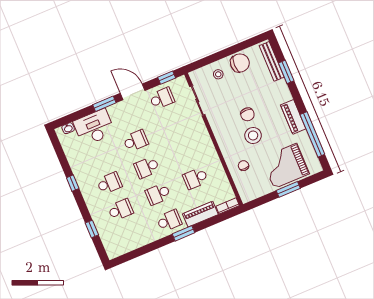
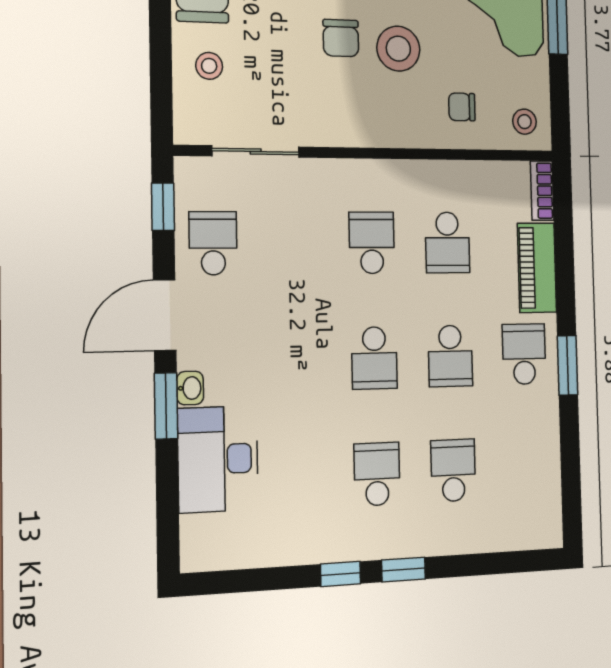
chair: (247, 114) -> (341, 38), turned 90
washbasin: (68, 128) -> (190, 388), moved
school desk: (136, 141) -> (372, 243), moved
stool: (249, 190) -> (524, 122), added
window: (92, 229) -> (403, 570), moved
window: (184, 233) -> (568, 365), moved

